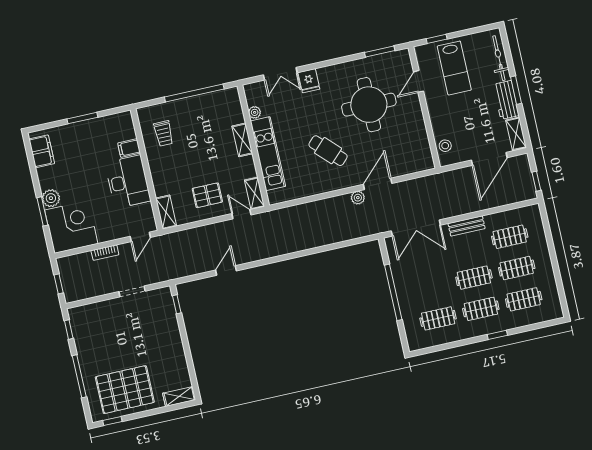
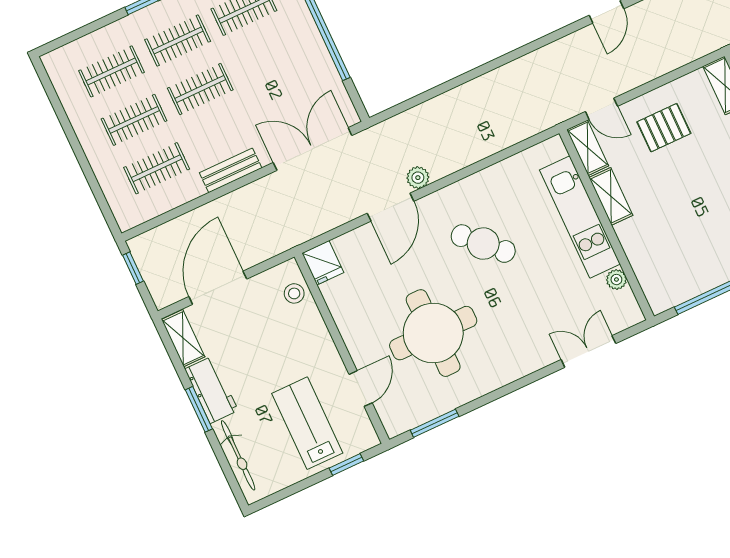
fridge: (309, 81) -> (323, 263), moved, turned 180
shelving: (242, 140) -> (611, 196), moved

